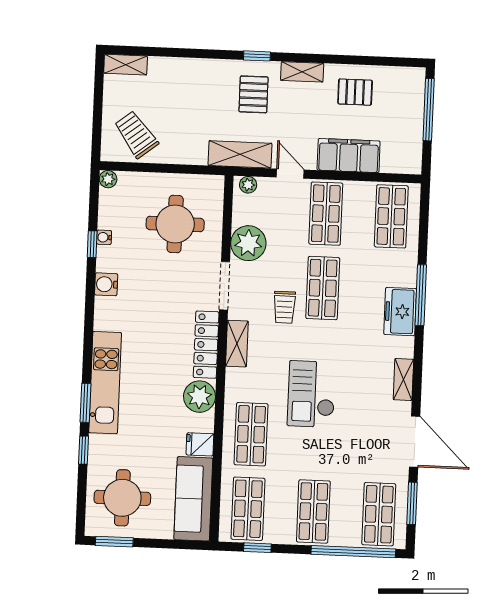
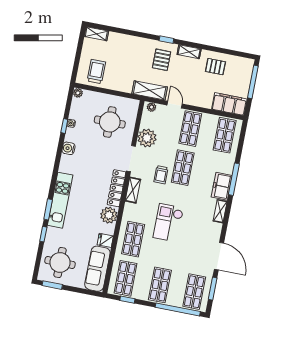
trolley: (136, 134) -> (96, 72), turned 38
filing cabinet: (349, 156) -> (229, 104), moved
shelving: (403, 380) -> (220, 211), moved

